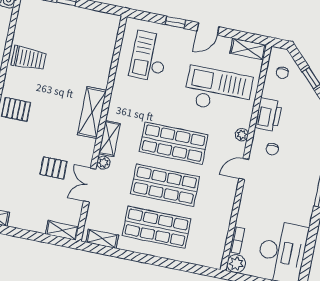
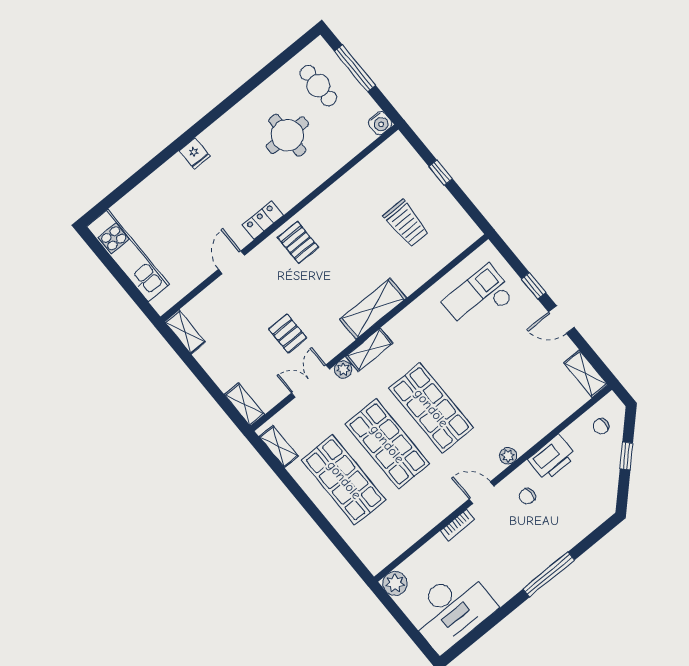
trolley: (29, 58) -> (406, 223), moved
checkout: (218, 90) -> (521, 391), removed
bookcase: (237, 240) -> (458, 525), moved

